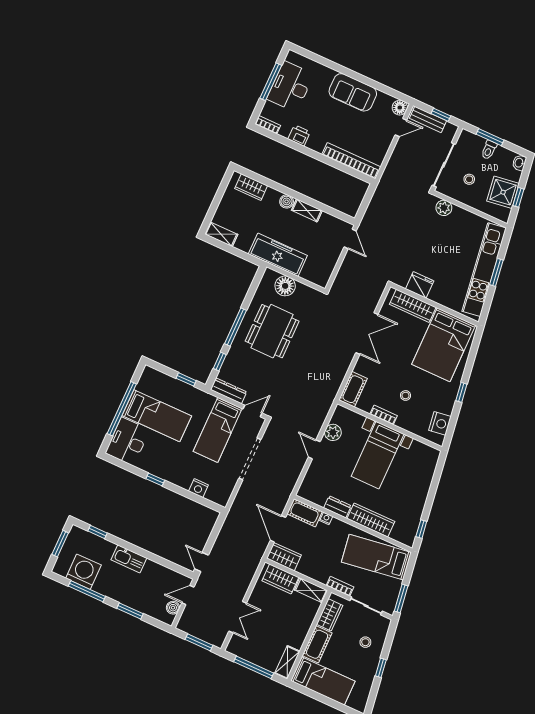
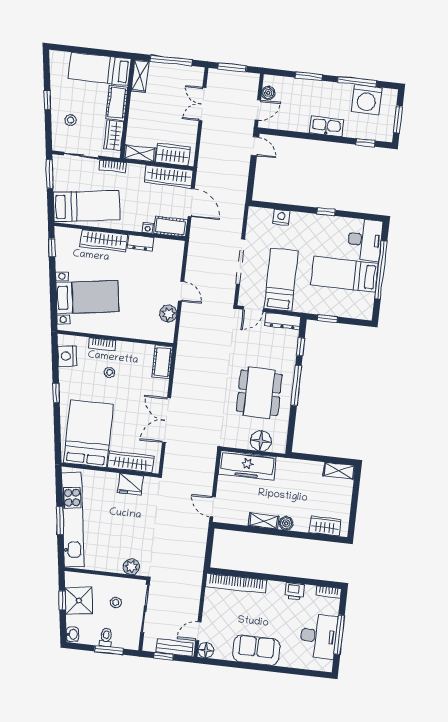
freezer: (278, 255) -> (247, 465), moved
bookcase: (384, 415) -> (102, 344), moved
bed with nightstands: (378, 455) -> (87, 297), moved, turned 82
wardrobe: (284, 557) -> (169, 177), width x1.50

